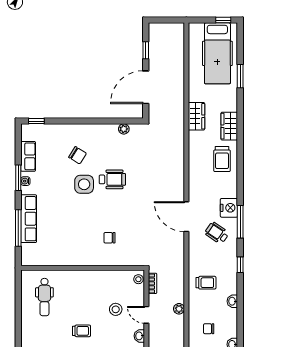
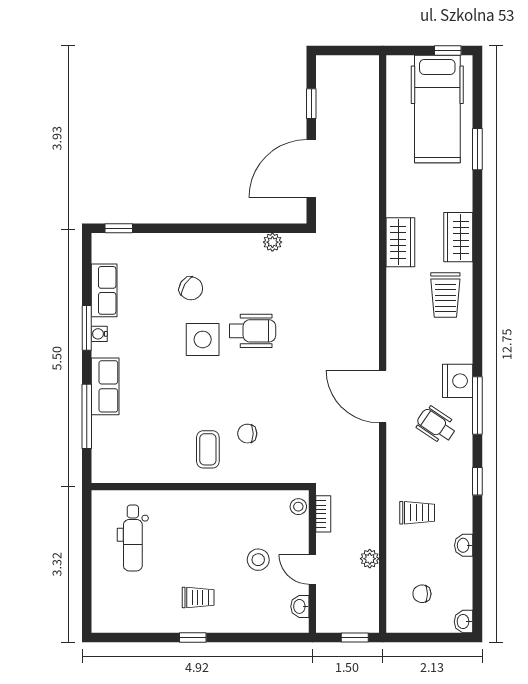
wardrobe: (196, 116) -> (400, 242), moved
row of seats: (29, 219) -> (105, 386), width x0.68
coffee table: (87, 247) -> (208, 449), added

